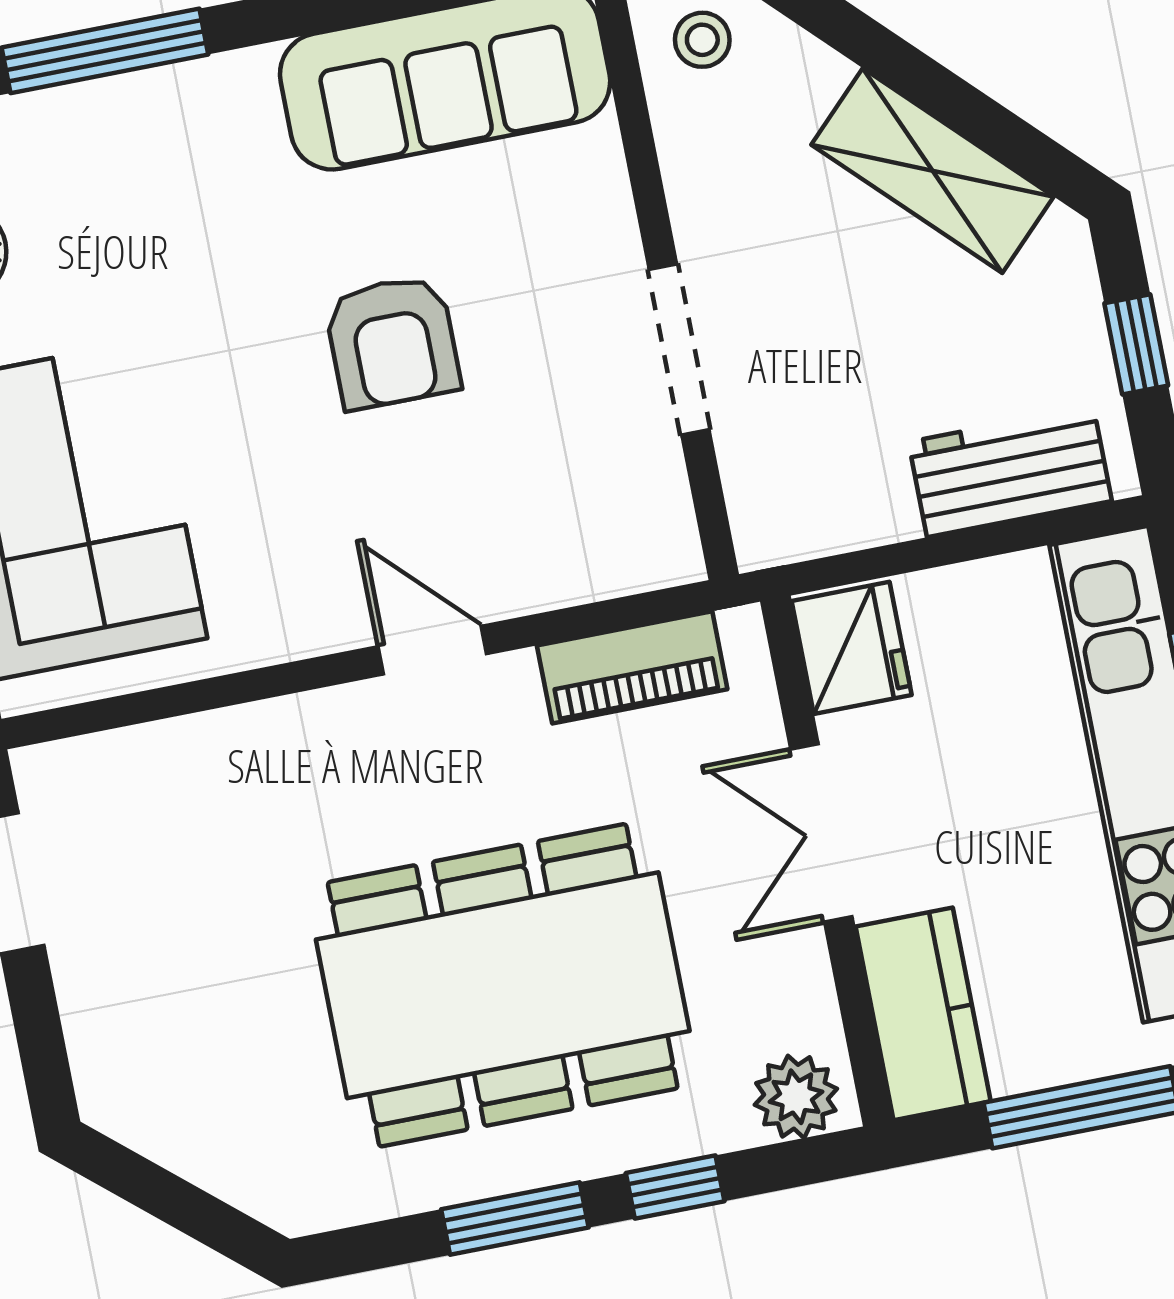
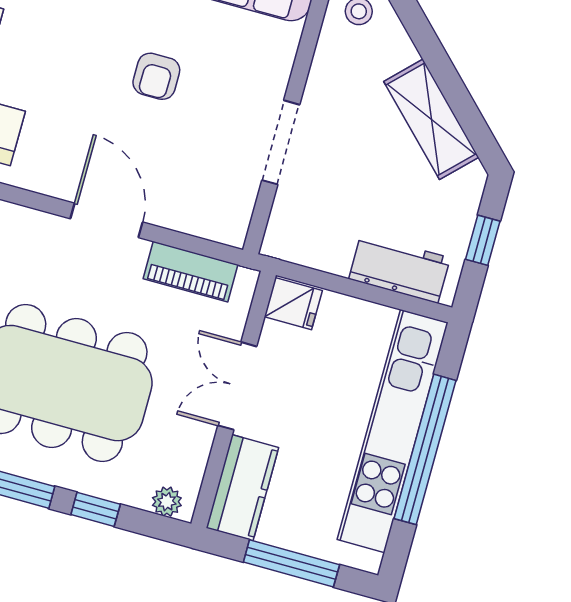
armchair: (392, 342) -> (156, 76), width x0.72, depth x0.72
fridge: (852, 648) -> (293, 304), width x0.72
door: (432, 650) -> (106, 220), width x1.38
plant: (796, 1097) -> (167, 502), width x0.73, depth x0.73

